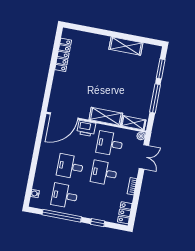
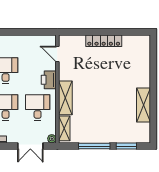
locker: (63, 55) -> (104, 41), moved
door: (64, 116) -> (57, 54), width x0.53

